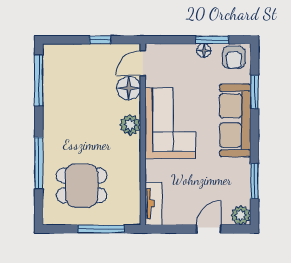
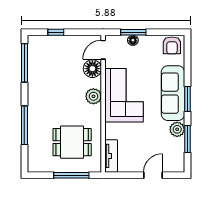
window: (100, 40) -> (56, 32), moved
window: (212, 40) -> (133, 32), moved
floor lamp: (204, 51) -> (133, 40), moved
window: (255, 92) -> (188, 99), moved
dining table: (82, 186) -> (72, 142), moved
plant: (241, 215) -> (177, 129), moved

